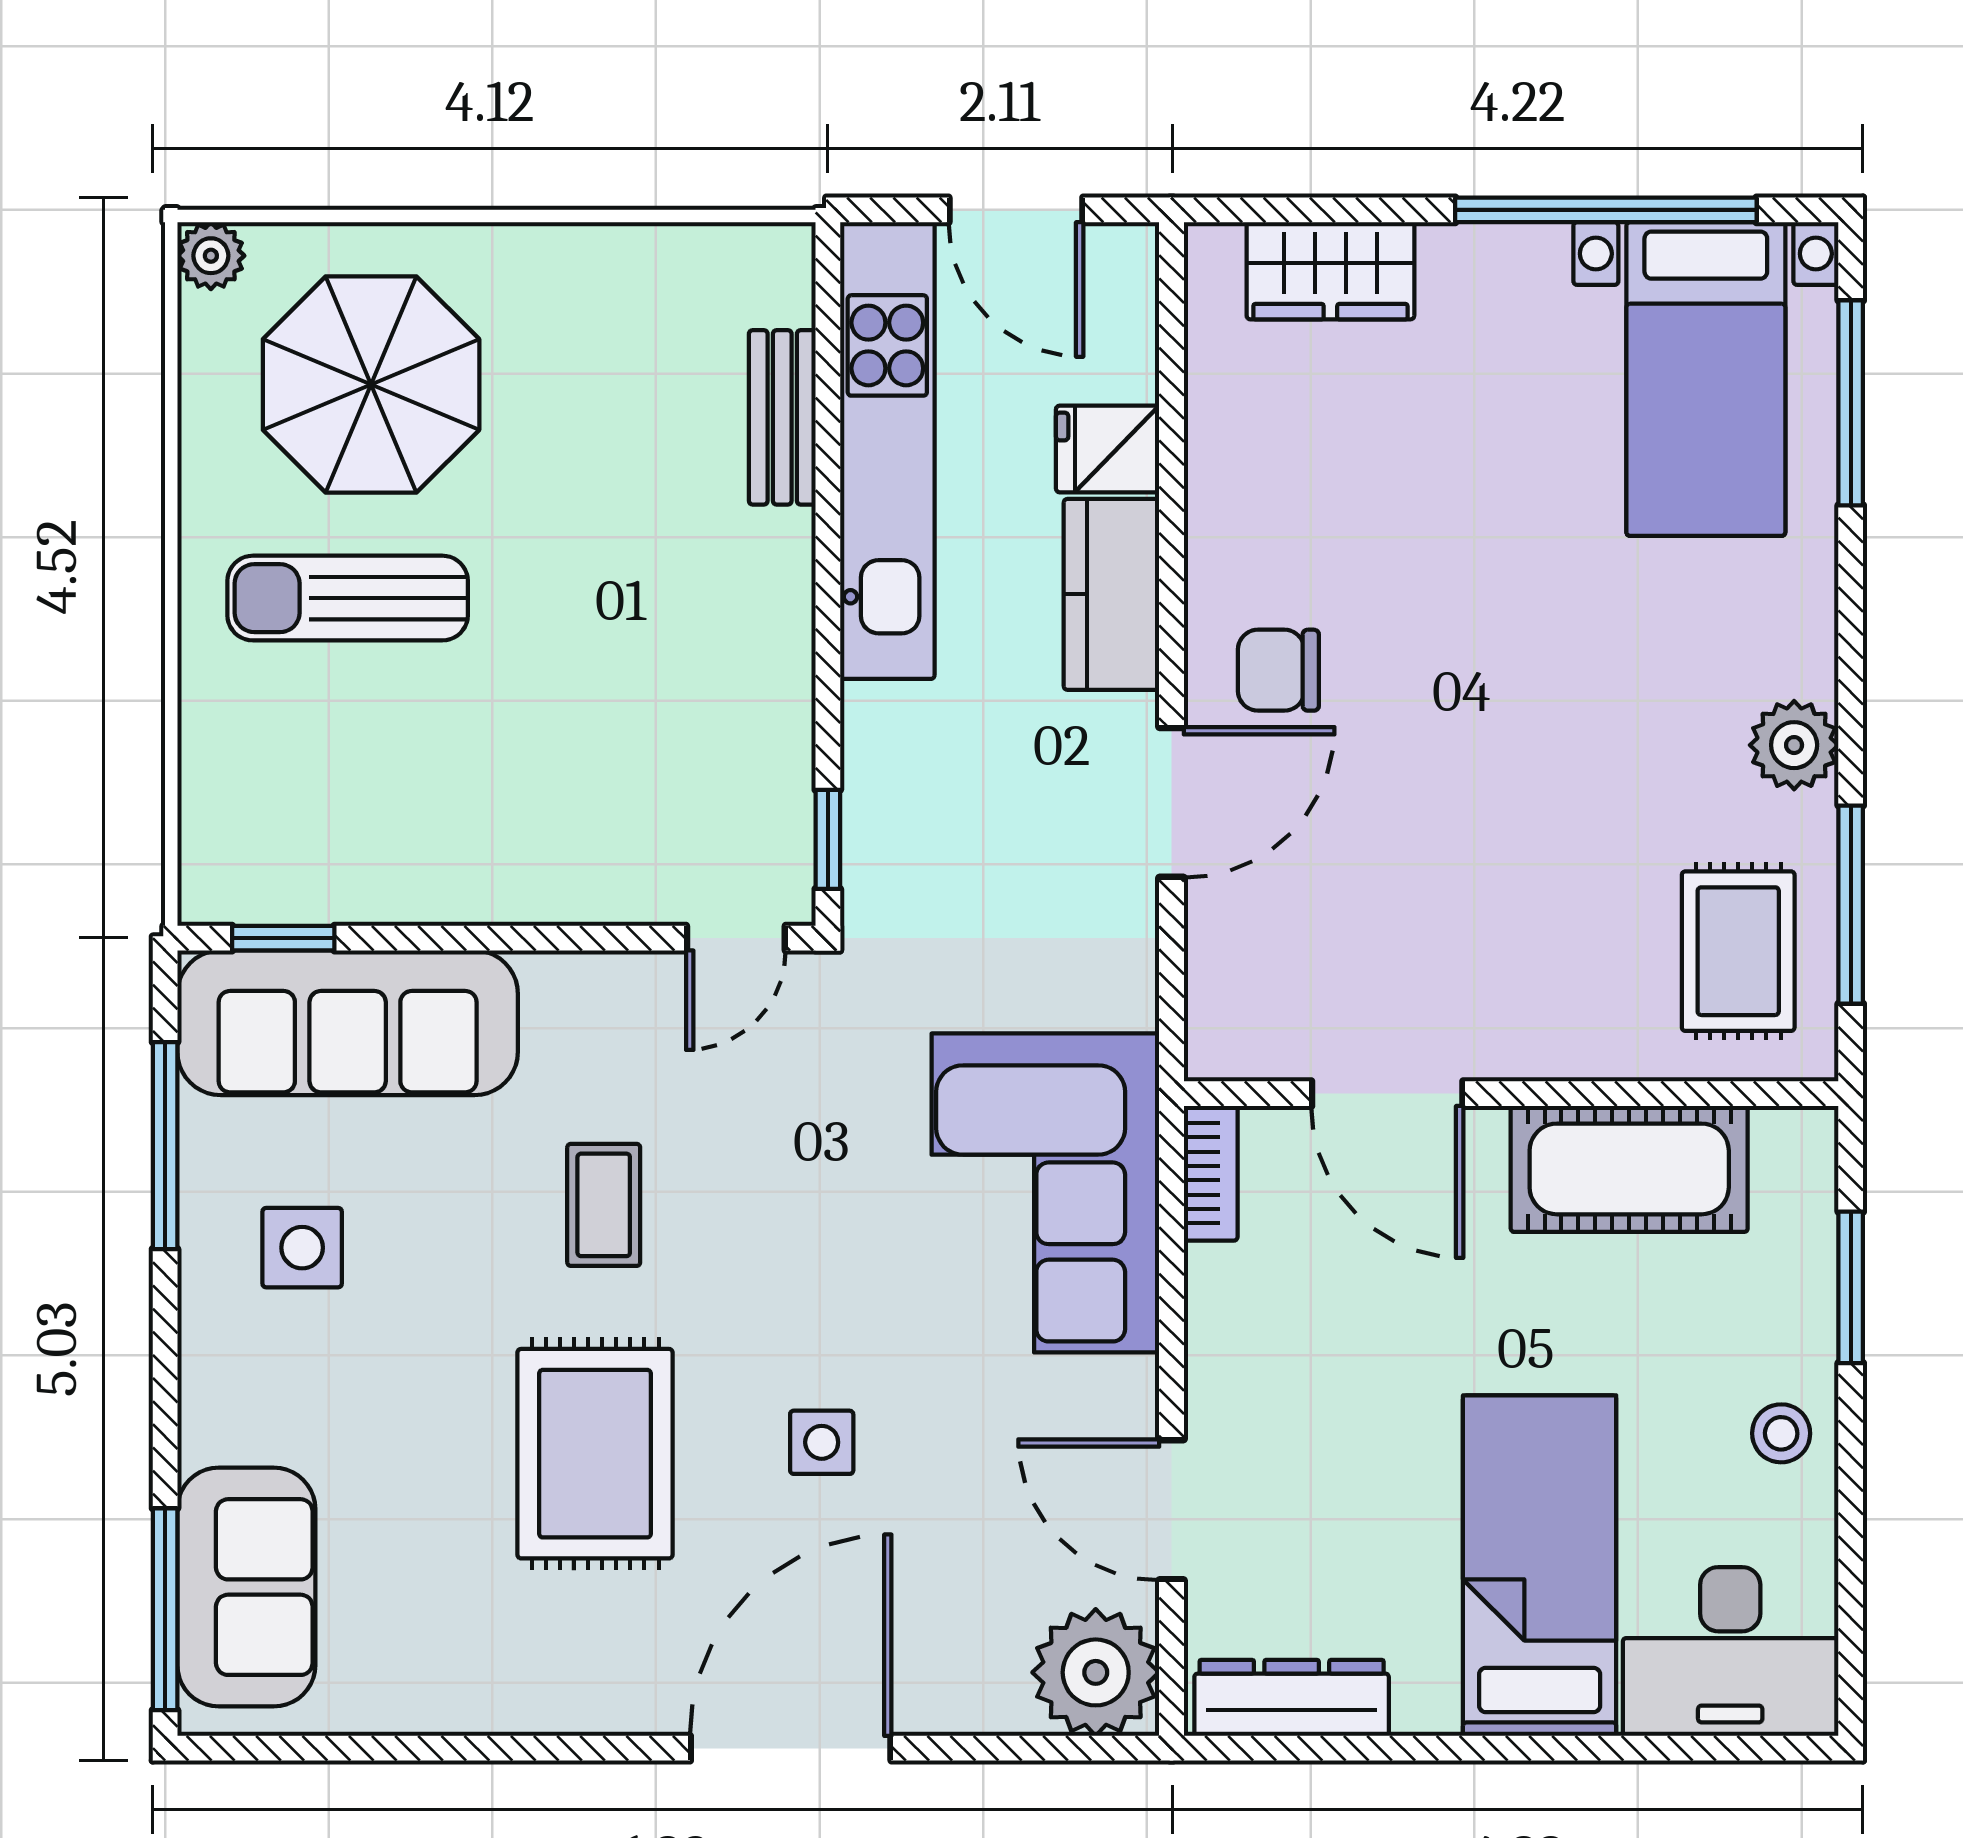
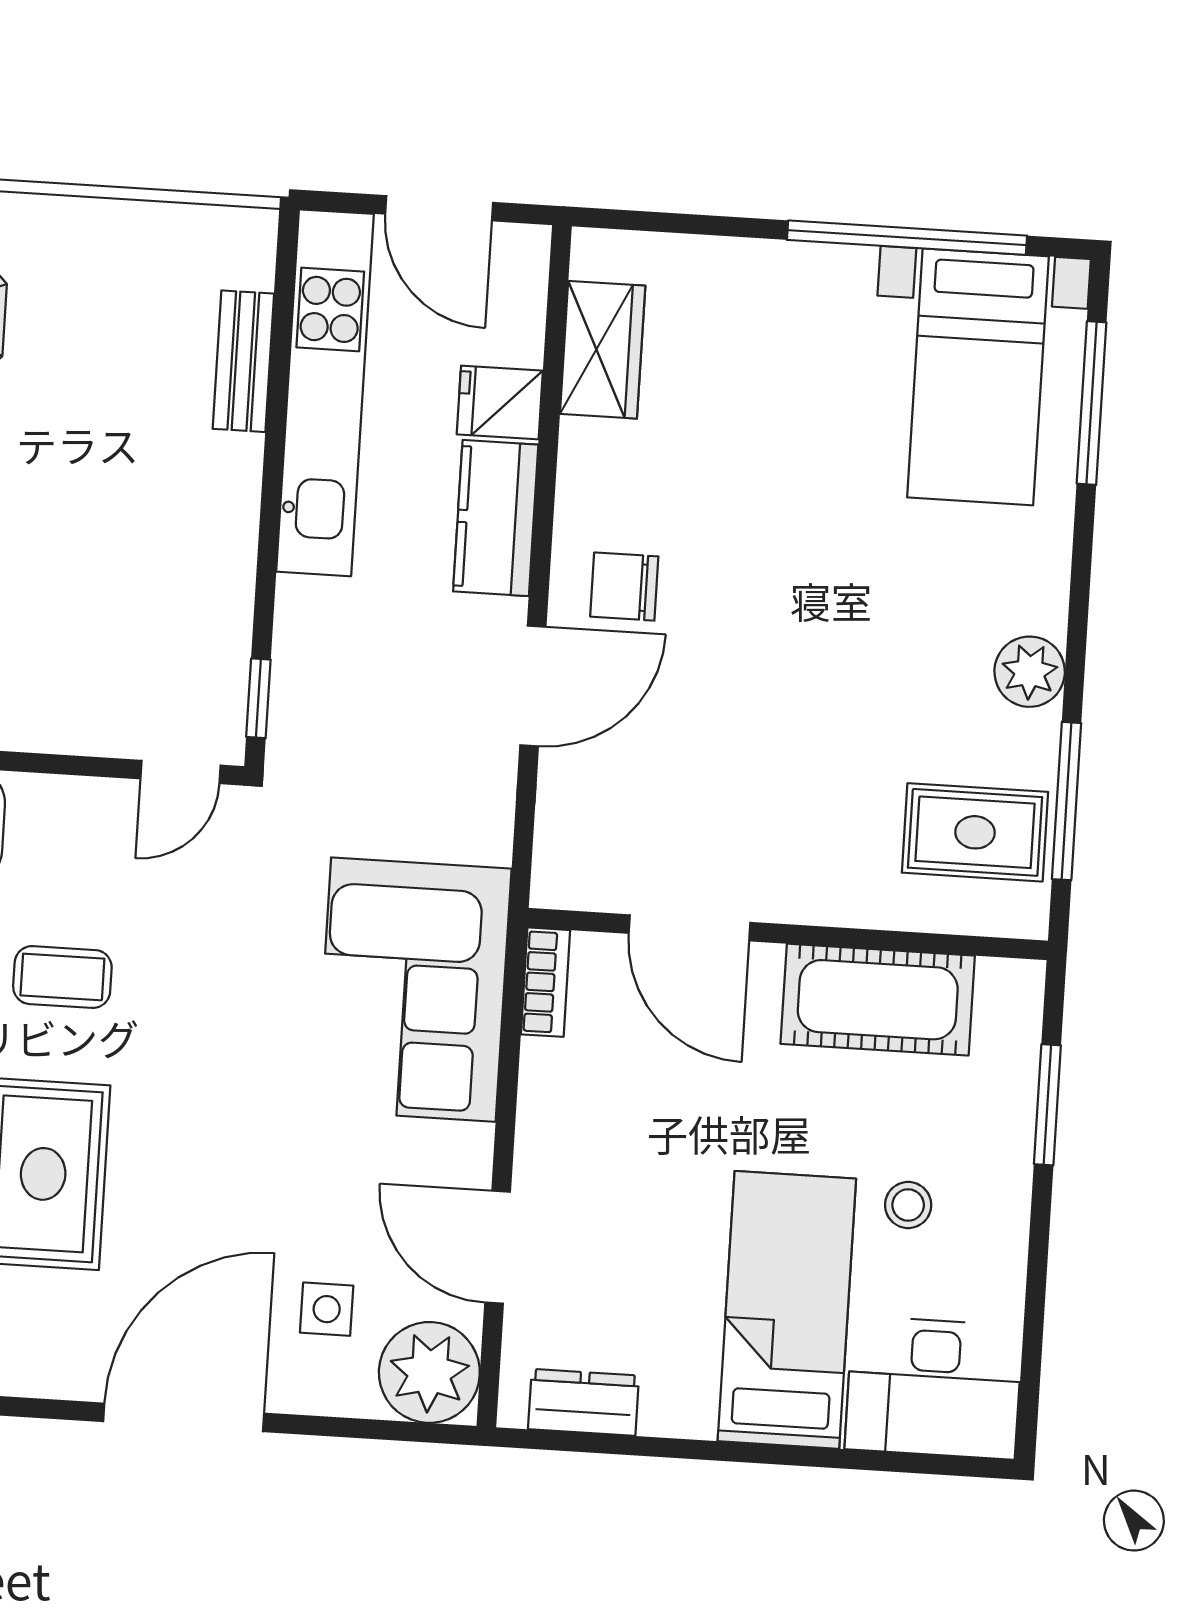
wardrobe: (1330, 271) -> (603, 350), moved, turned -90
rug: (1738, 951) -> (975, 832), turned 90
coffee table: (604, 1205) -> (62, 977), turned 90
stool: (1781, 1433) -> (908, 1205), moved
side table: (822, 1442) -> (327, 1309), moved
dresser: (1292, 1698) -> (583, 1402), width x0.70

